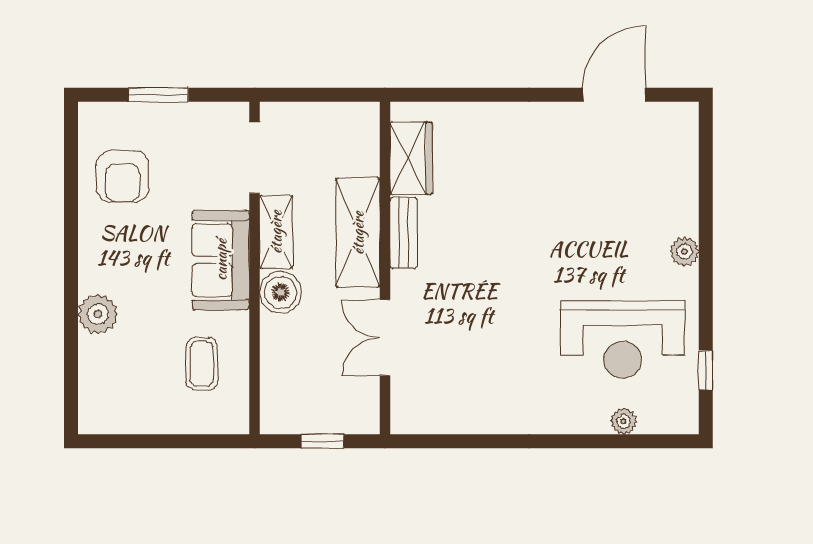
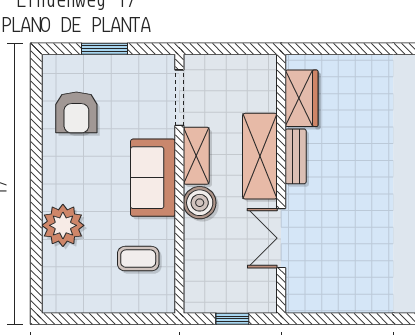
plant: (98, 314) -> (63, 225), width x1.36, depth x1.36
coffee table: (202, 364) -> (138, 259), turned 90

